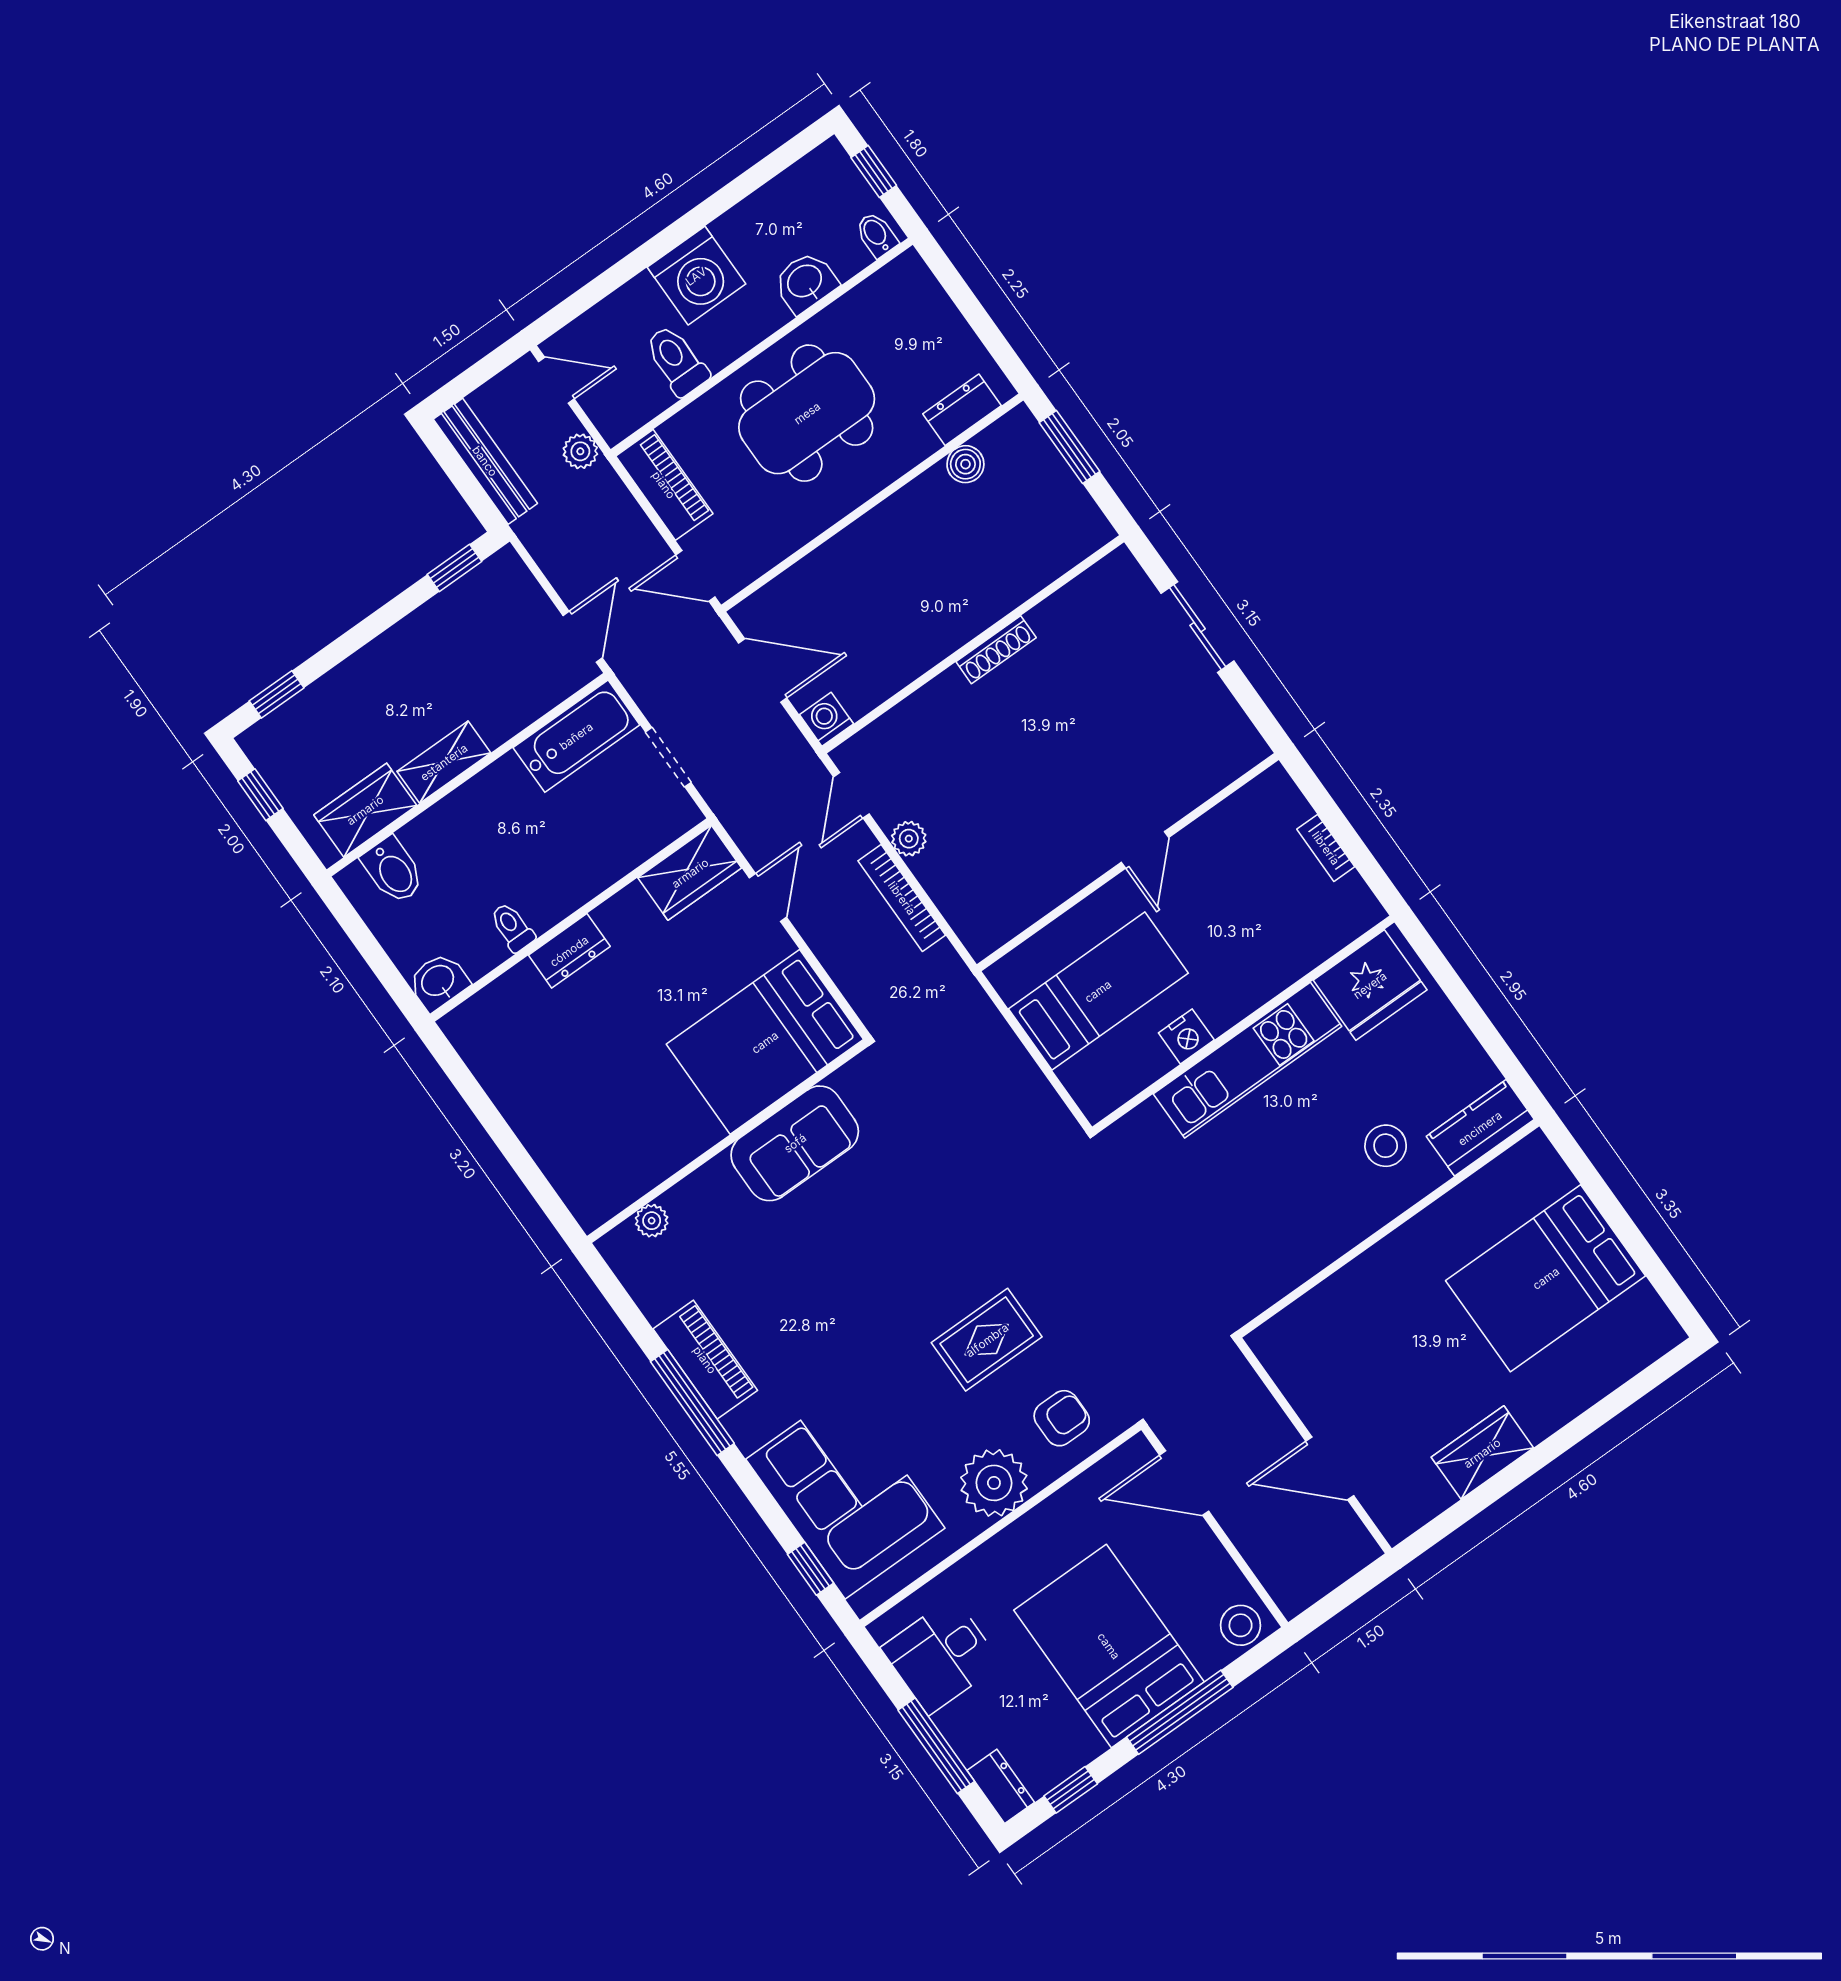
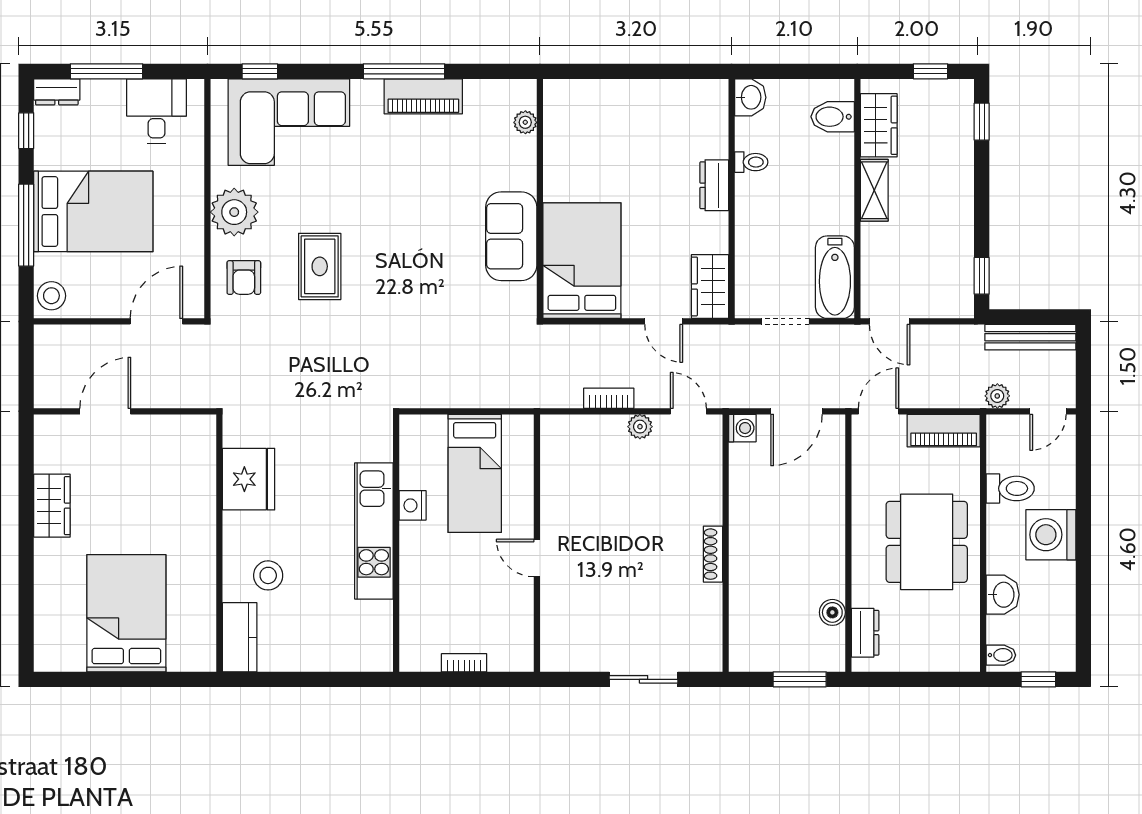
bookcase: (902, 898) -> (609, 398), width x0.64
fridge: (1370, 985) -> (249, 479), moved, turned 180

